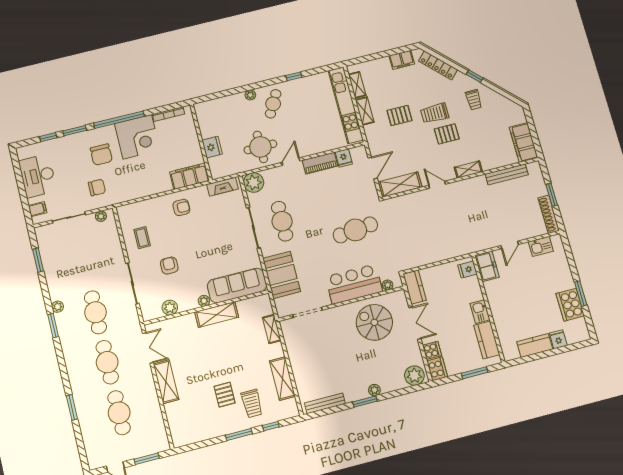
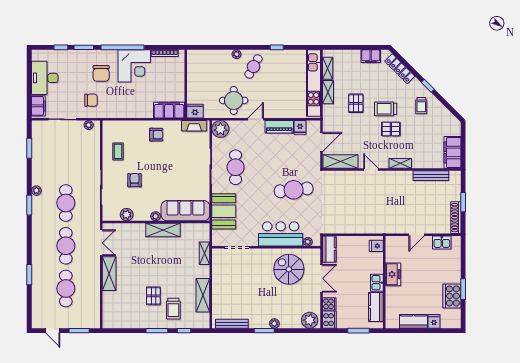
pallet: (399, 115) -> (356, 103), turned 90
fridge: (212, 147) -> (195, 111), moved, turned -90
filing cabinet: (38, 209) -> (38, 106), width x2.00
freezer: (487, 266) -> (393, 274), moved

